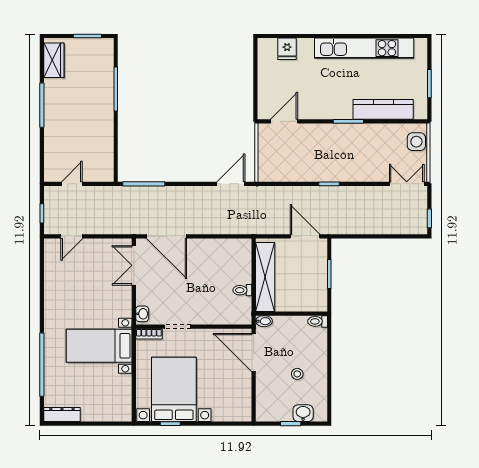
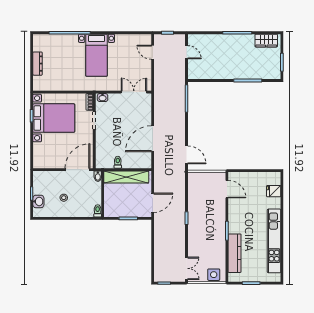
door: (166, 236) -> (153, 139), moved
bed with nightstands: (99, 346) -> (96, 55), moved, turned 180
dresser: (62, 414) -> (38, 64), moved

